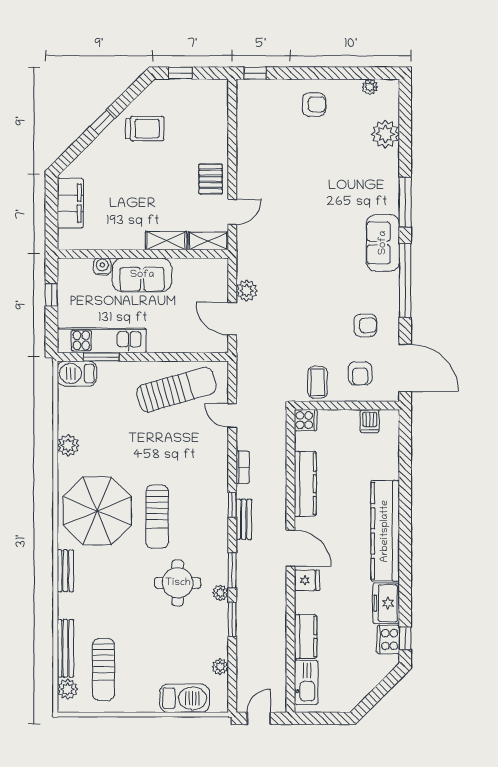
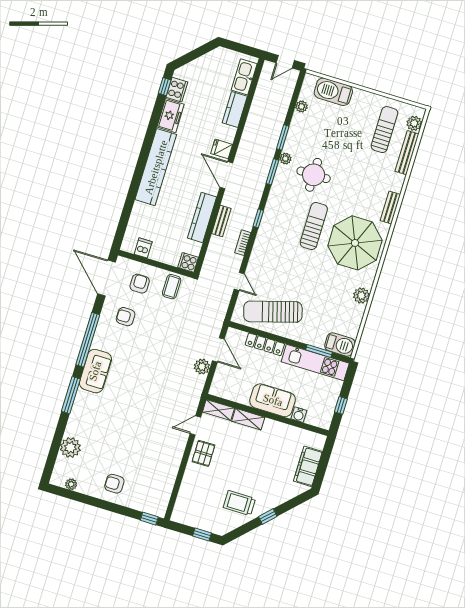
locker: (174, 344) -> (265, 344), added
bench: (244, 519) -> (221, 221), moved

